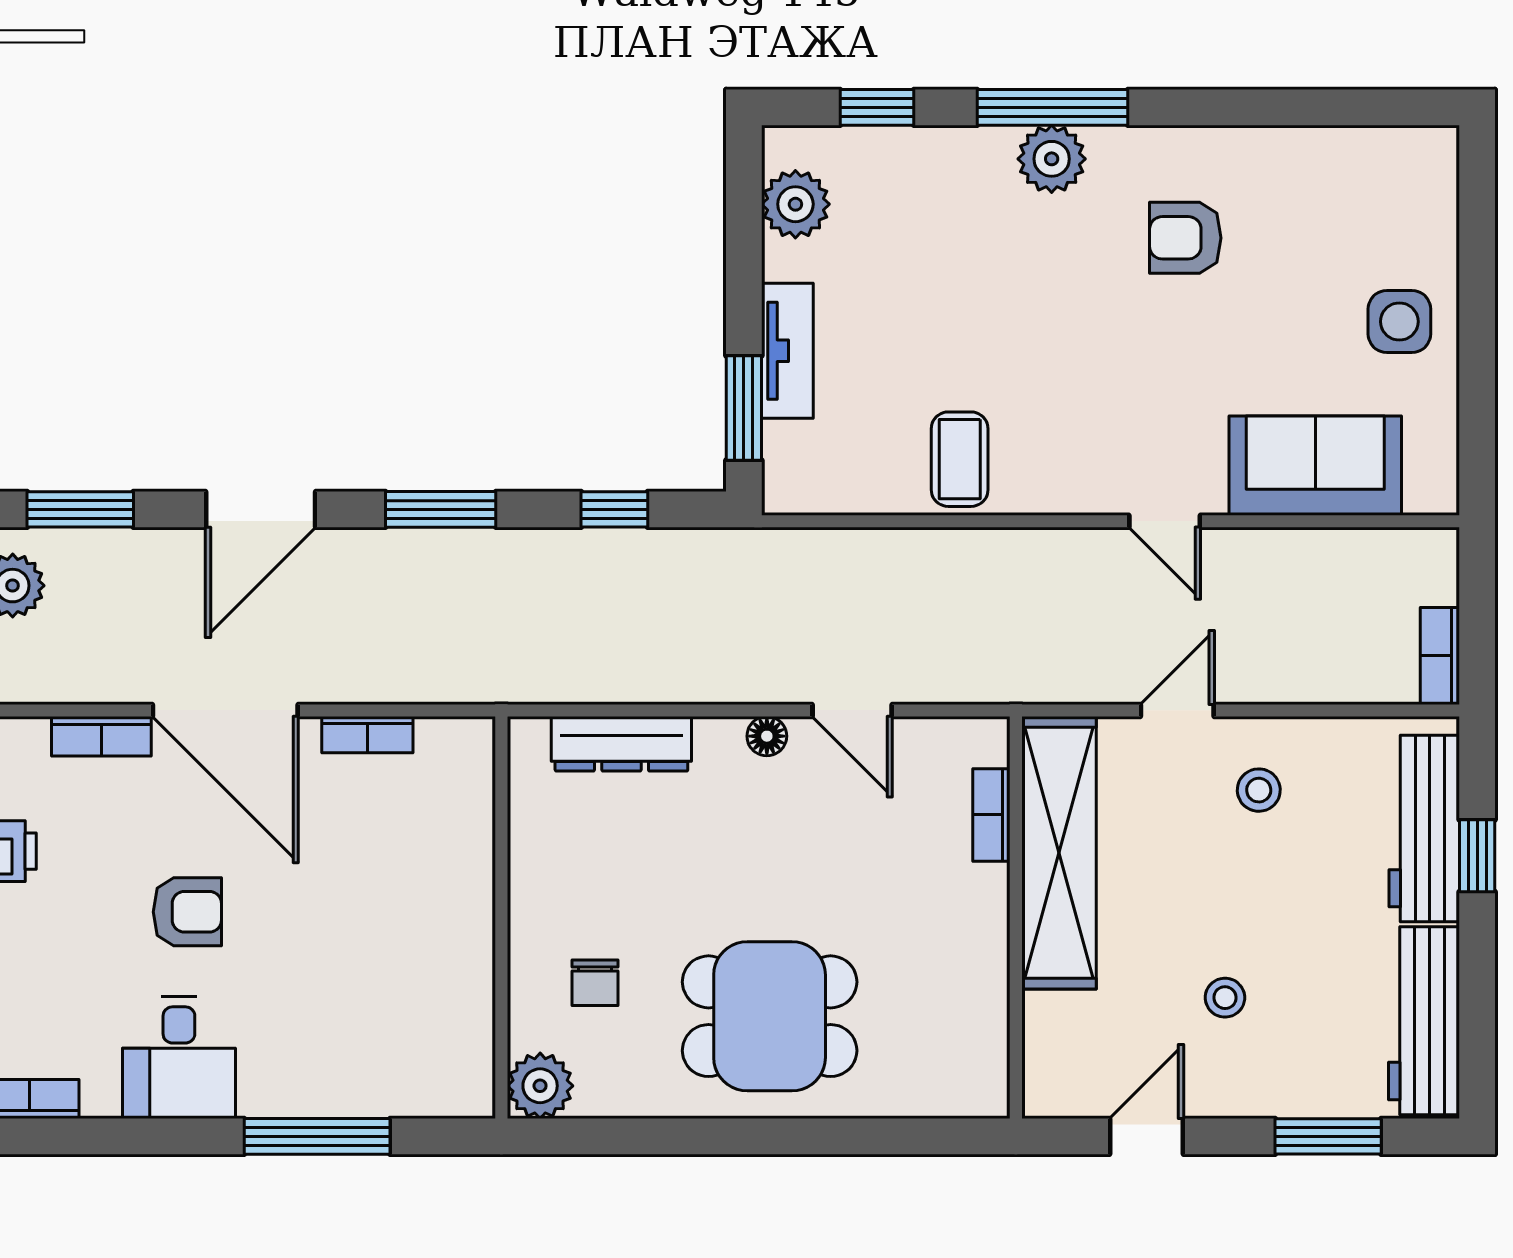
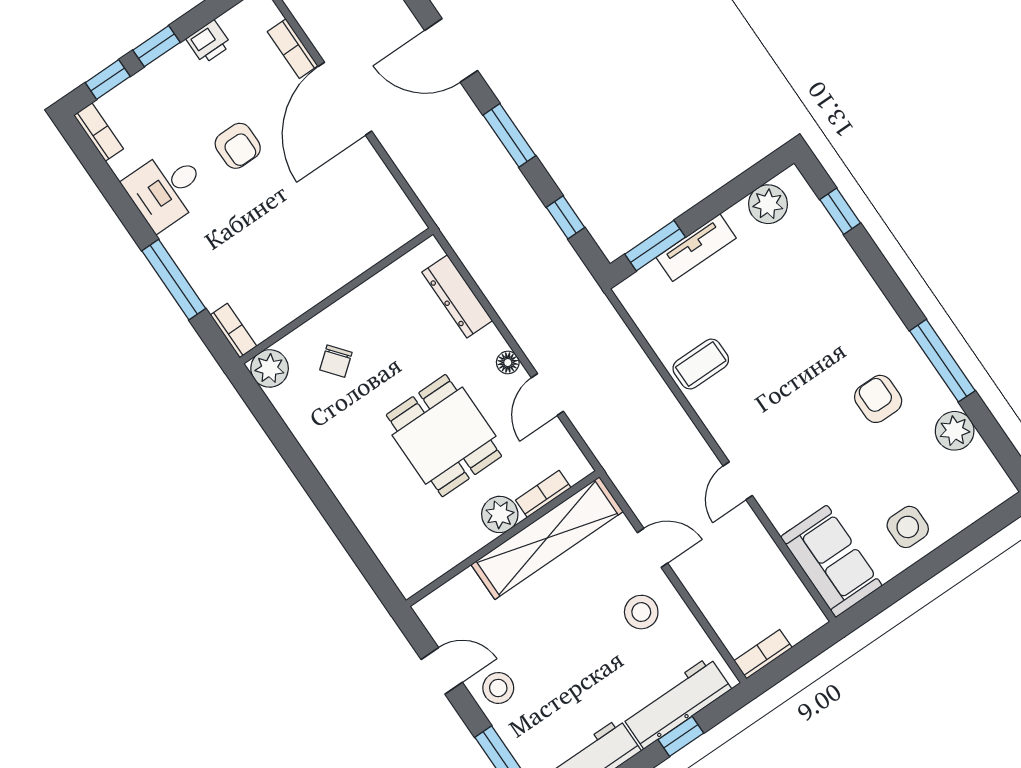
window: (1052, 107) -> (942, 361), moved
plant: (1052, 159) -> (955, 431), moved
sofa: (1315, 466) -> (831, 561), moved
bookcase: (367, 735) -> (234, 331), moved, turned 180
stool: (1259, 790) -> (641, 612), width x1.37, depth x1.37
plant: (978, 898) -> (500, 514), added
chair: (595, 983) -> (336, 361), turned -39
stool: (1225, 998) -> (498, 688), moved, width x1.37, depth x1.37
dining table: (770, 1016) -> (444, 436), moved

